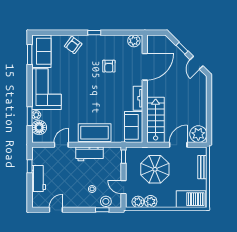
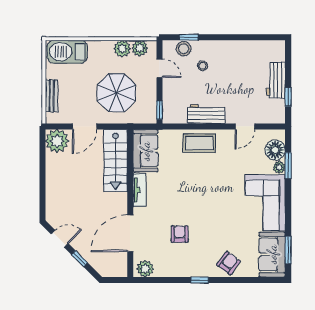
door: (196, 63) -> (60, 239), hinge flipped
coffee table: (95, 133) -> (199, 143), width x0.73, depth x0.76
door: (56, 210) -> (252, 37), removed

